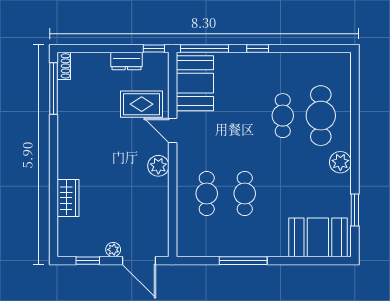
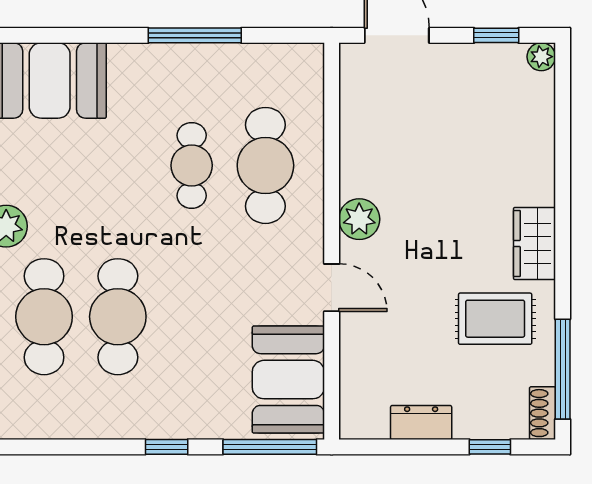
window: (154, 48) -> (490, 447), moved
rug: (142, 104) -> (495, 319), moved
cafe table: (283, 116) -> (118, 317), width x1.37, depth x1.35
cafe table: (207, 194) -> (265, 165), width x1.37, depth x1.35
wardrobe: (68, 198) -> (534, 243), moved
plant: (113, 250) -> (541, 57), moved

